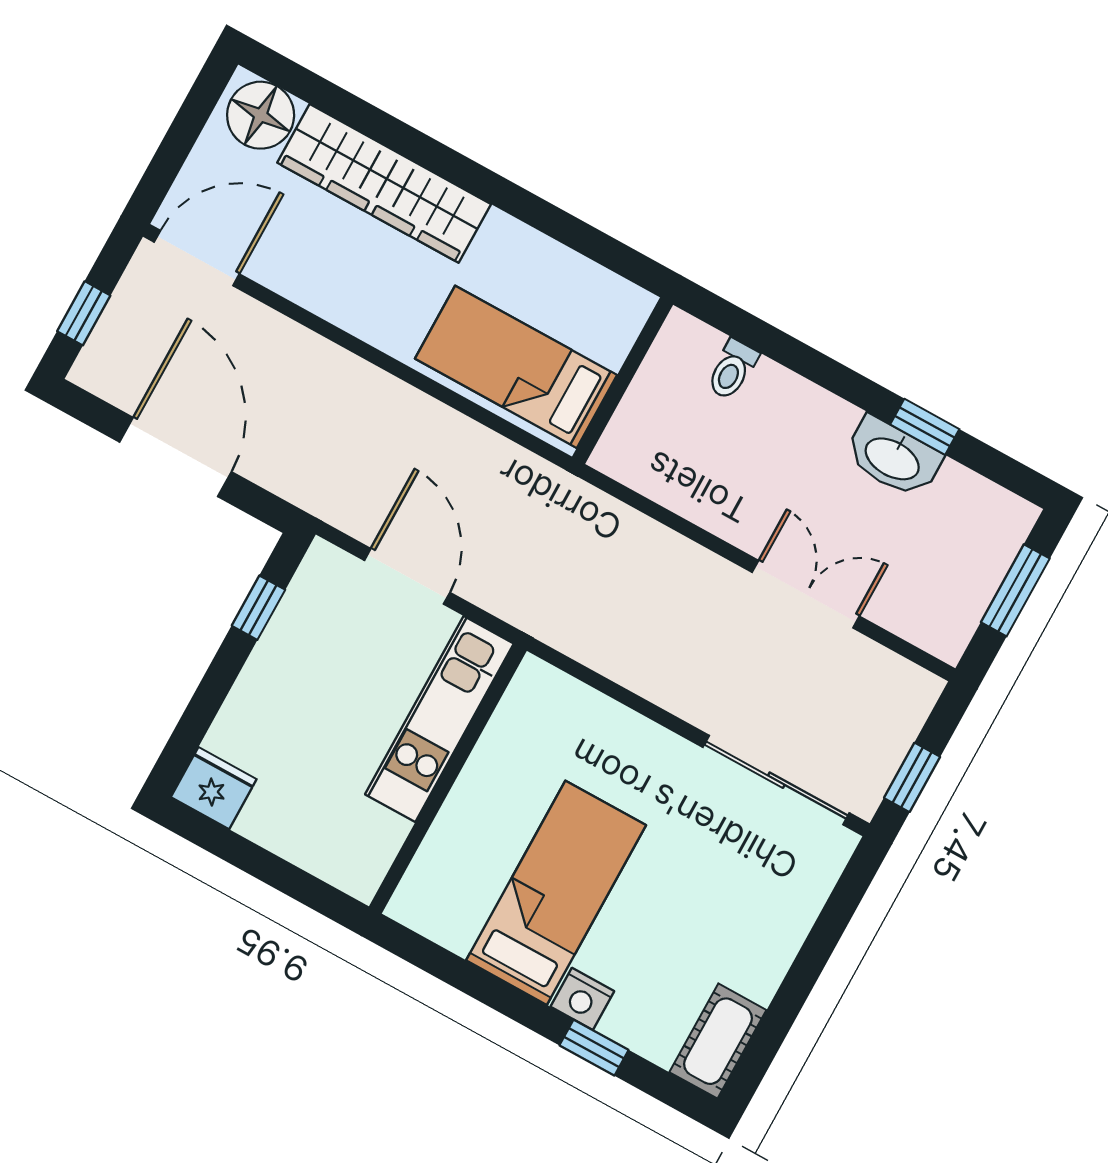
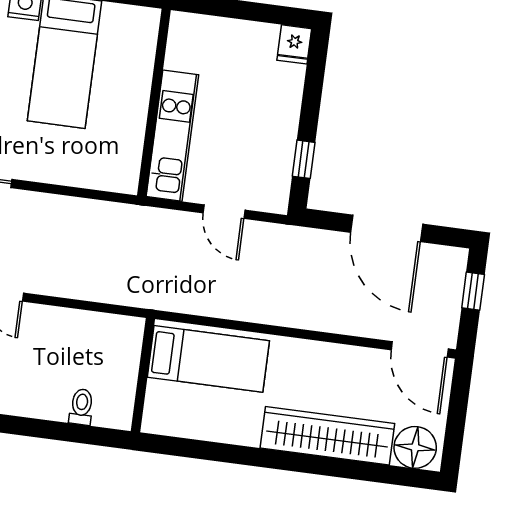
door: (197, 258) -> (420, 349), hinge flipped
door: (407, 576) -> (224, 212), width x0.73
fridge: (214, 788) -> (294, 44), width x0.72

